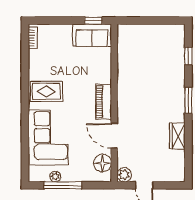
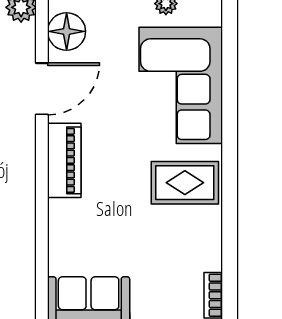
door: (114, 136) -> (42, 89), hinge flipped

